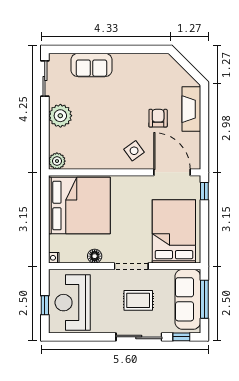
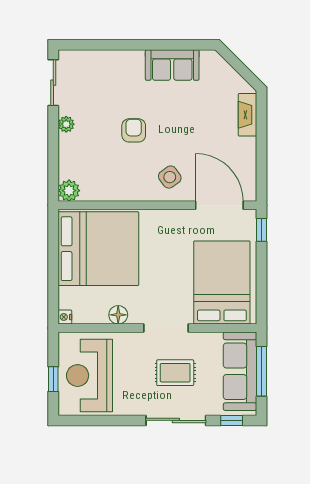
sofa: (92, 65) -> (172, 65), moved
fireplace: (191, 109) -> (248, 115), width x0.73, depth x0.76
plant: (60, 116) -> (66, 124), width x0.53, depth x0.53
armchair: (158, 118) -> (134, 130), moved

